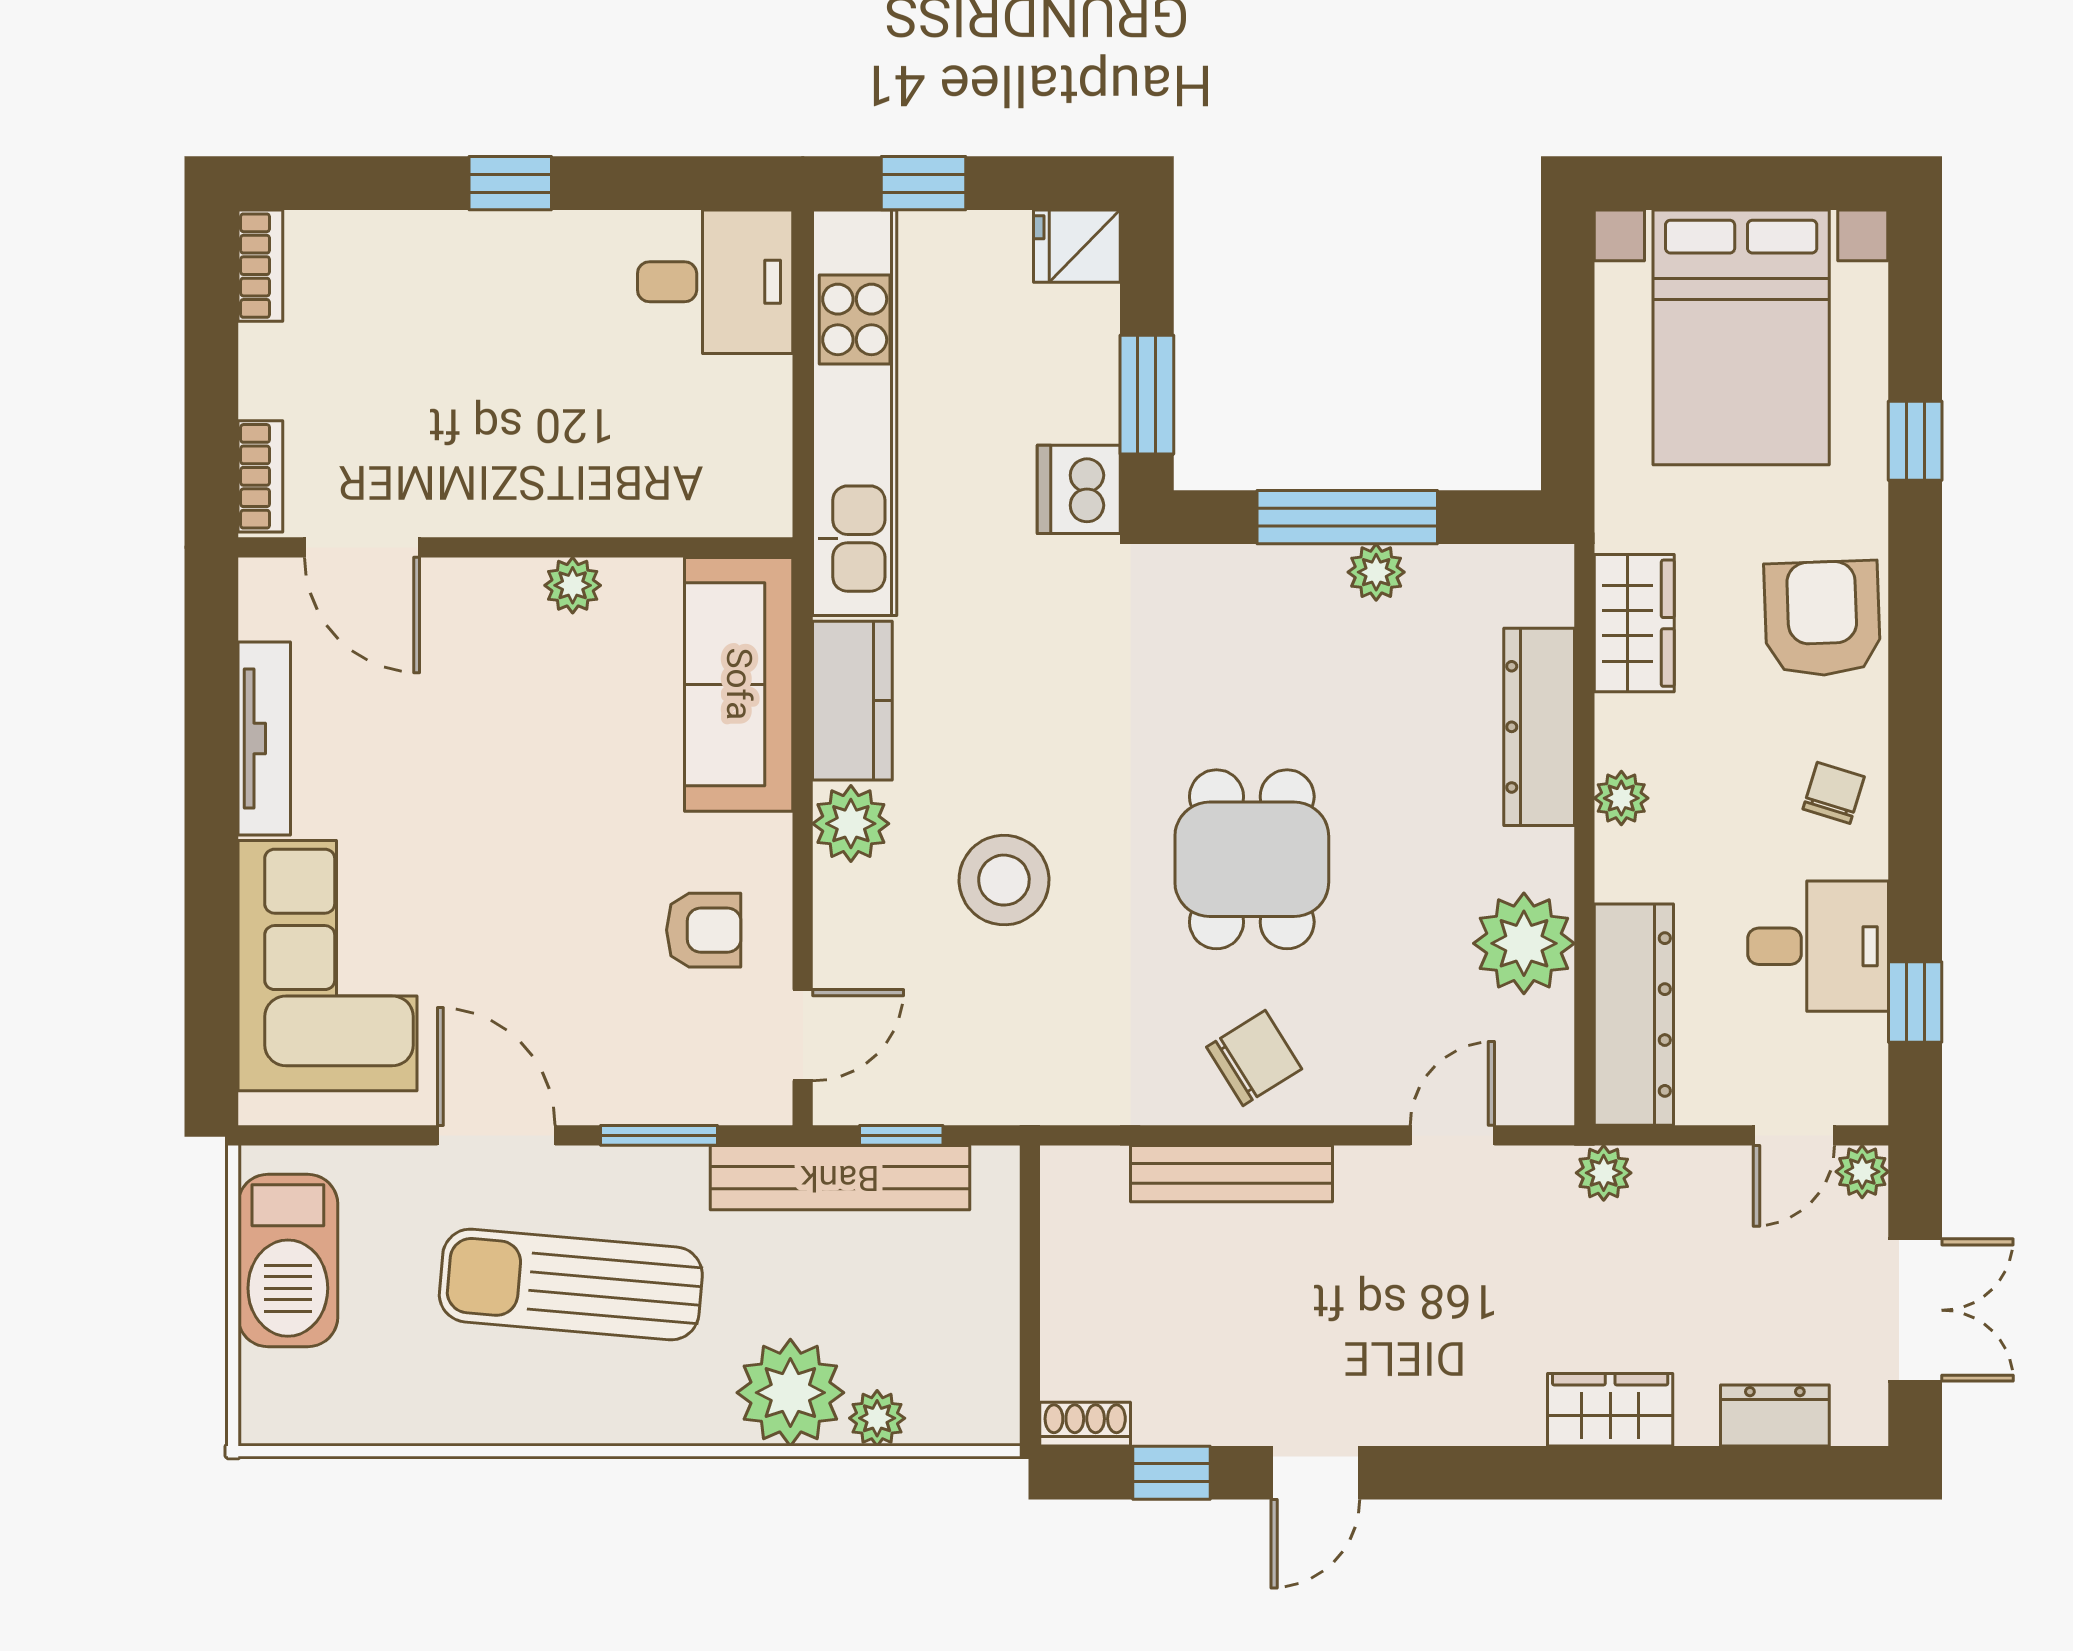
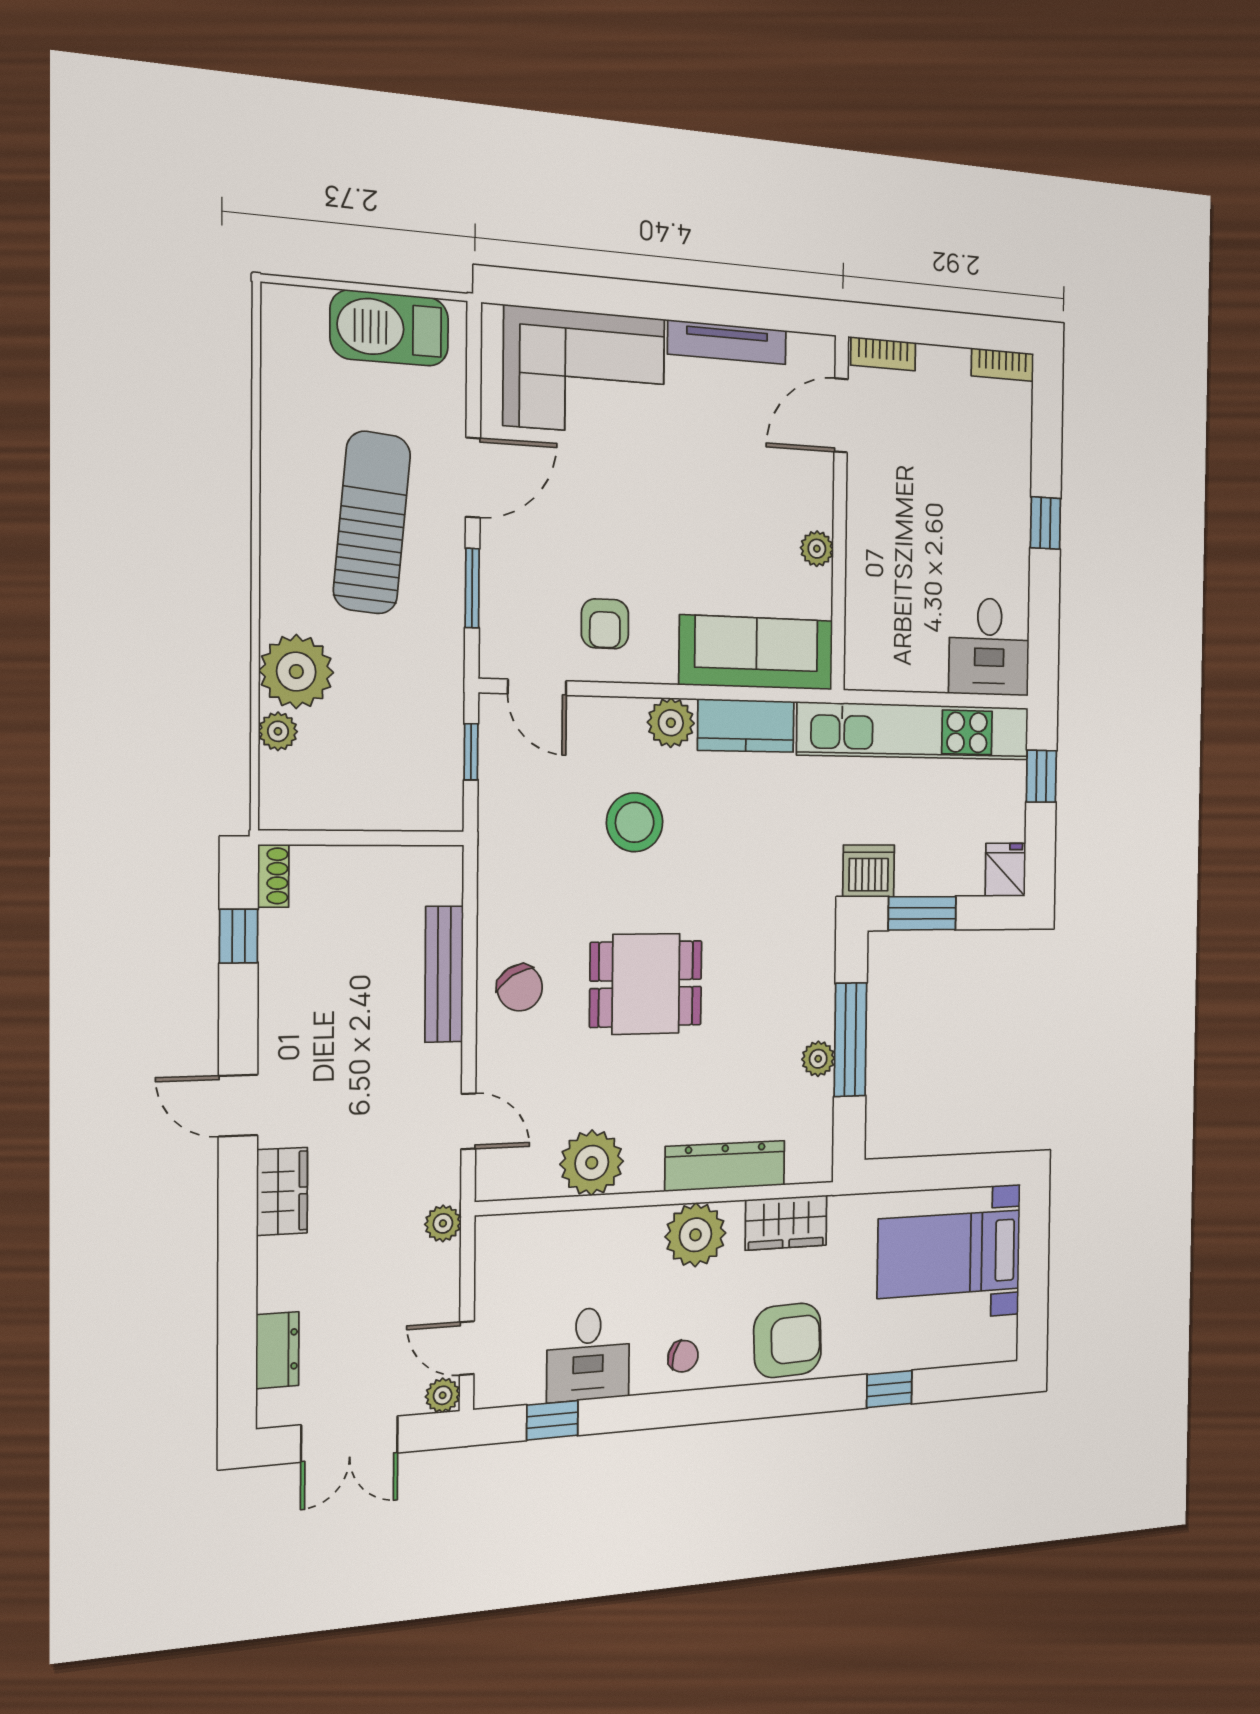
bed with nightstands: (1741, 337) -> (949, 1254), width x0.73
plant: (1621, 798) -> (695, 1235), width x1.87, depth x1.87
dresser: (1634, 1015) -> (546, 1237), removed
bench: (840, 1178) -> (443, 710), removed
wardrobe: (1610, 1410) -> (282, 1191), moved
door: (1315, 1473) -> (238, 1106), moved

